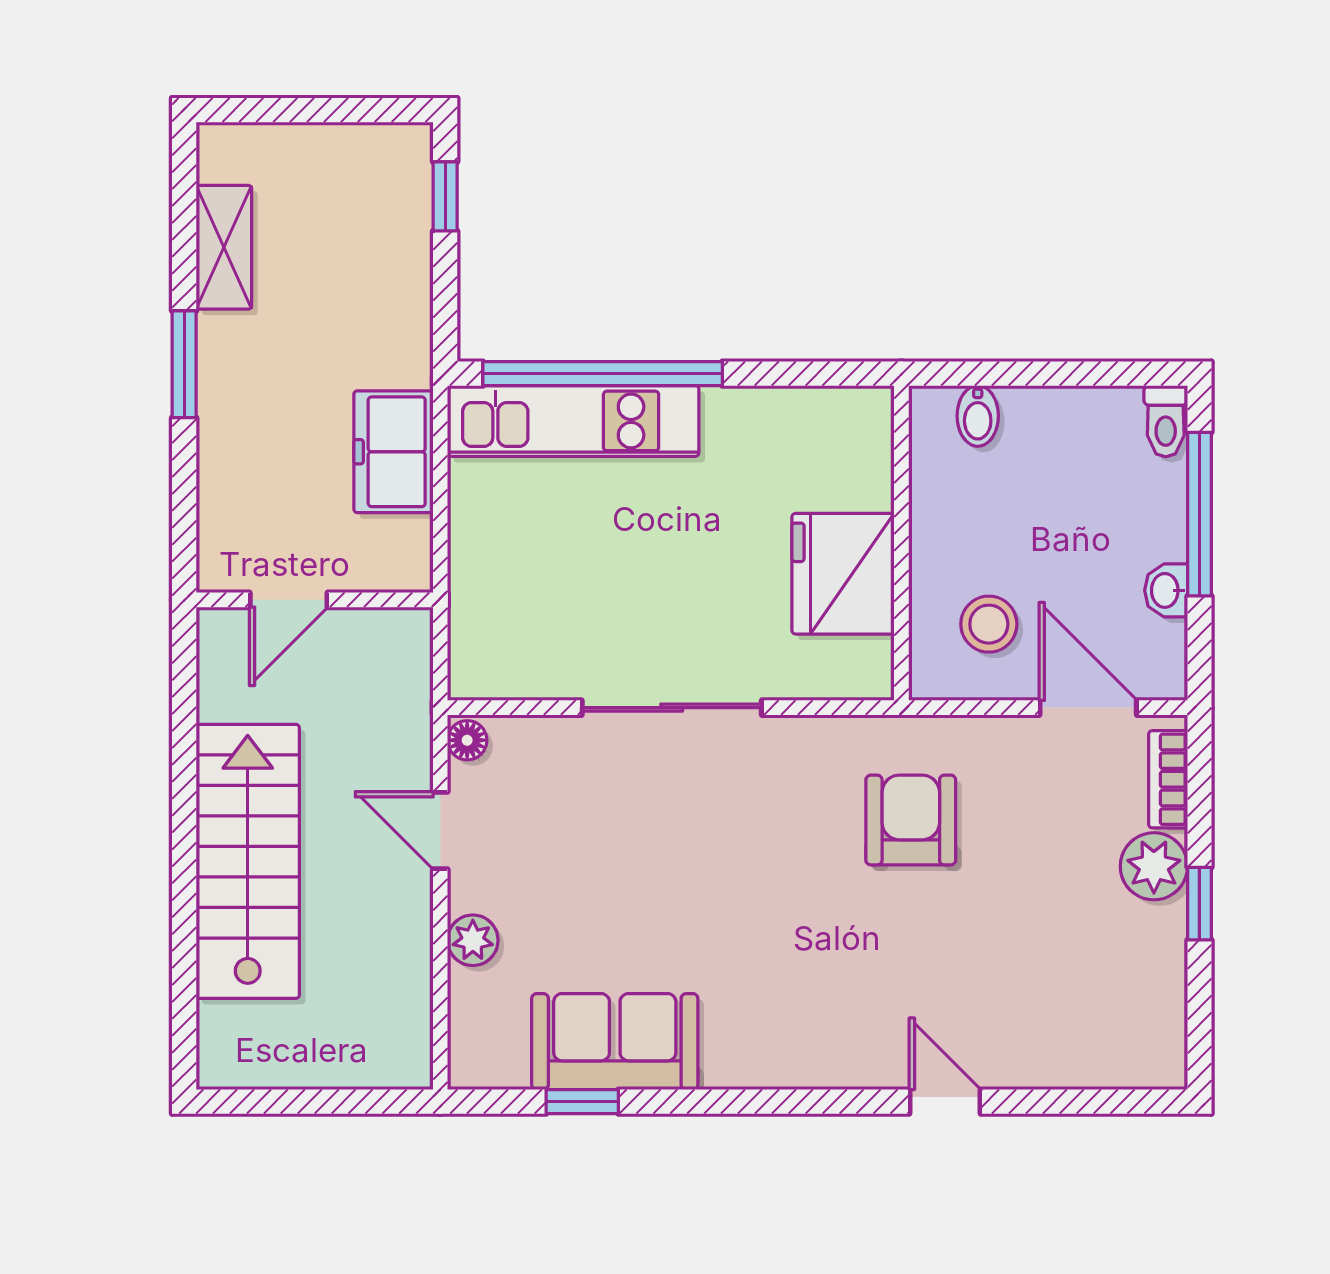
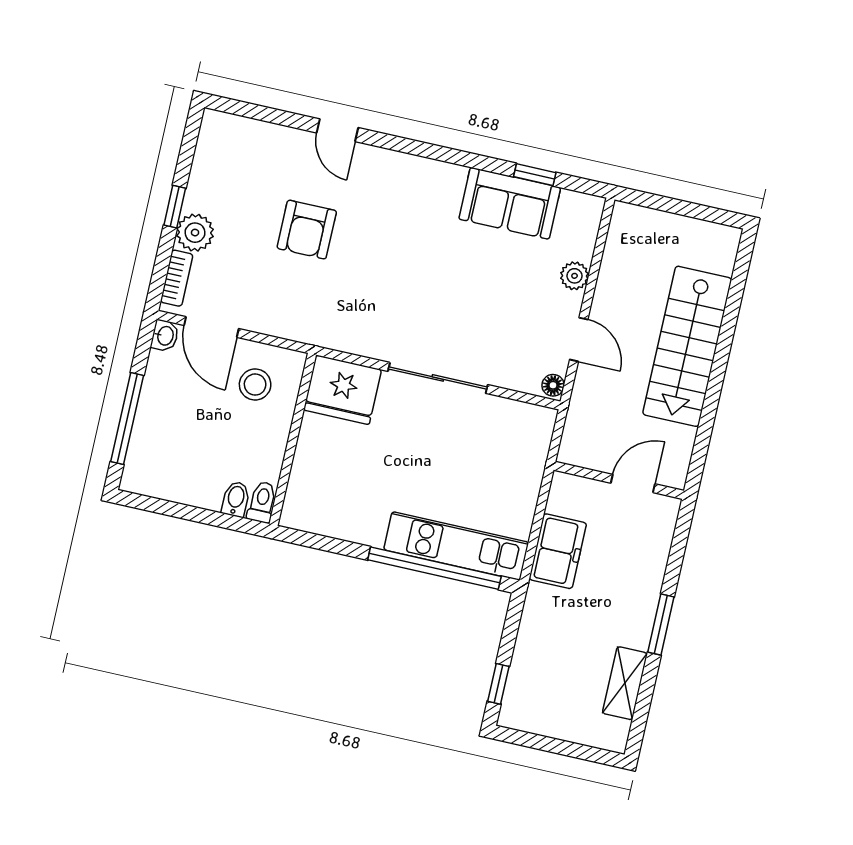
toilet: (1166, 421) -> (262, 502), moved
fridge: (843, 574) -> (342, 390), moved, turned 90
washbasin: (1166, 590) -> (165, 336), moved
armchair: (911, 820) -> (307, 230), moved

